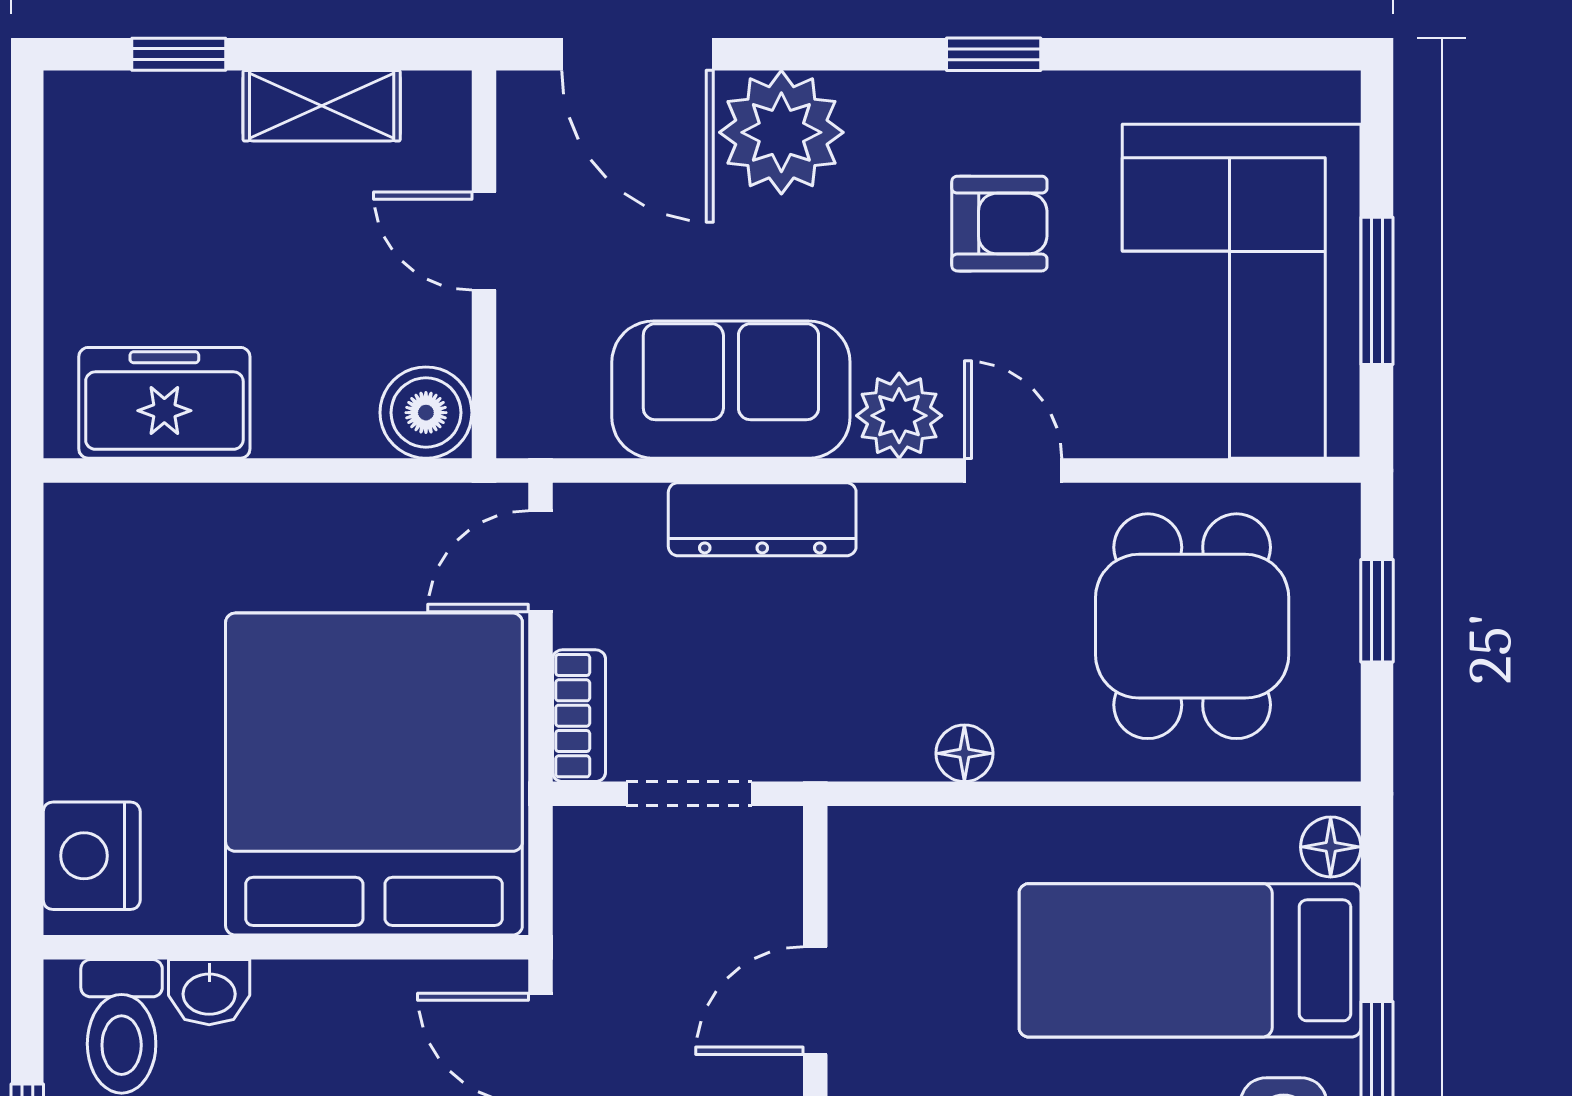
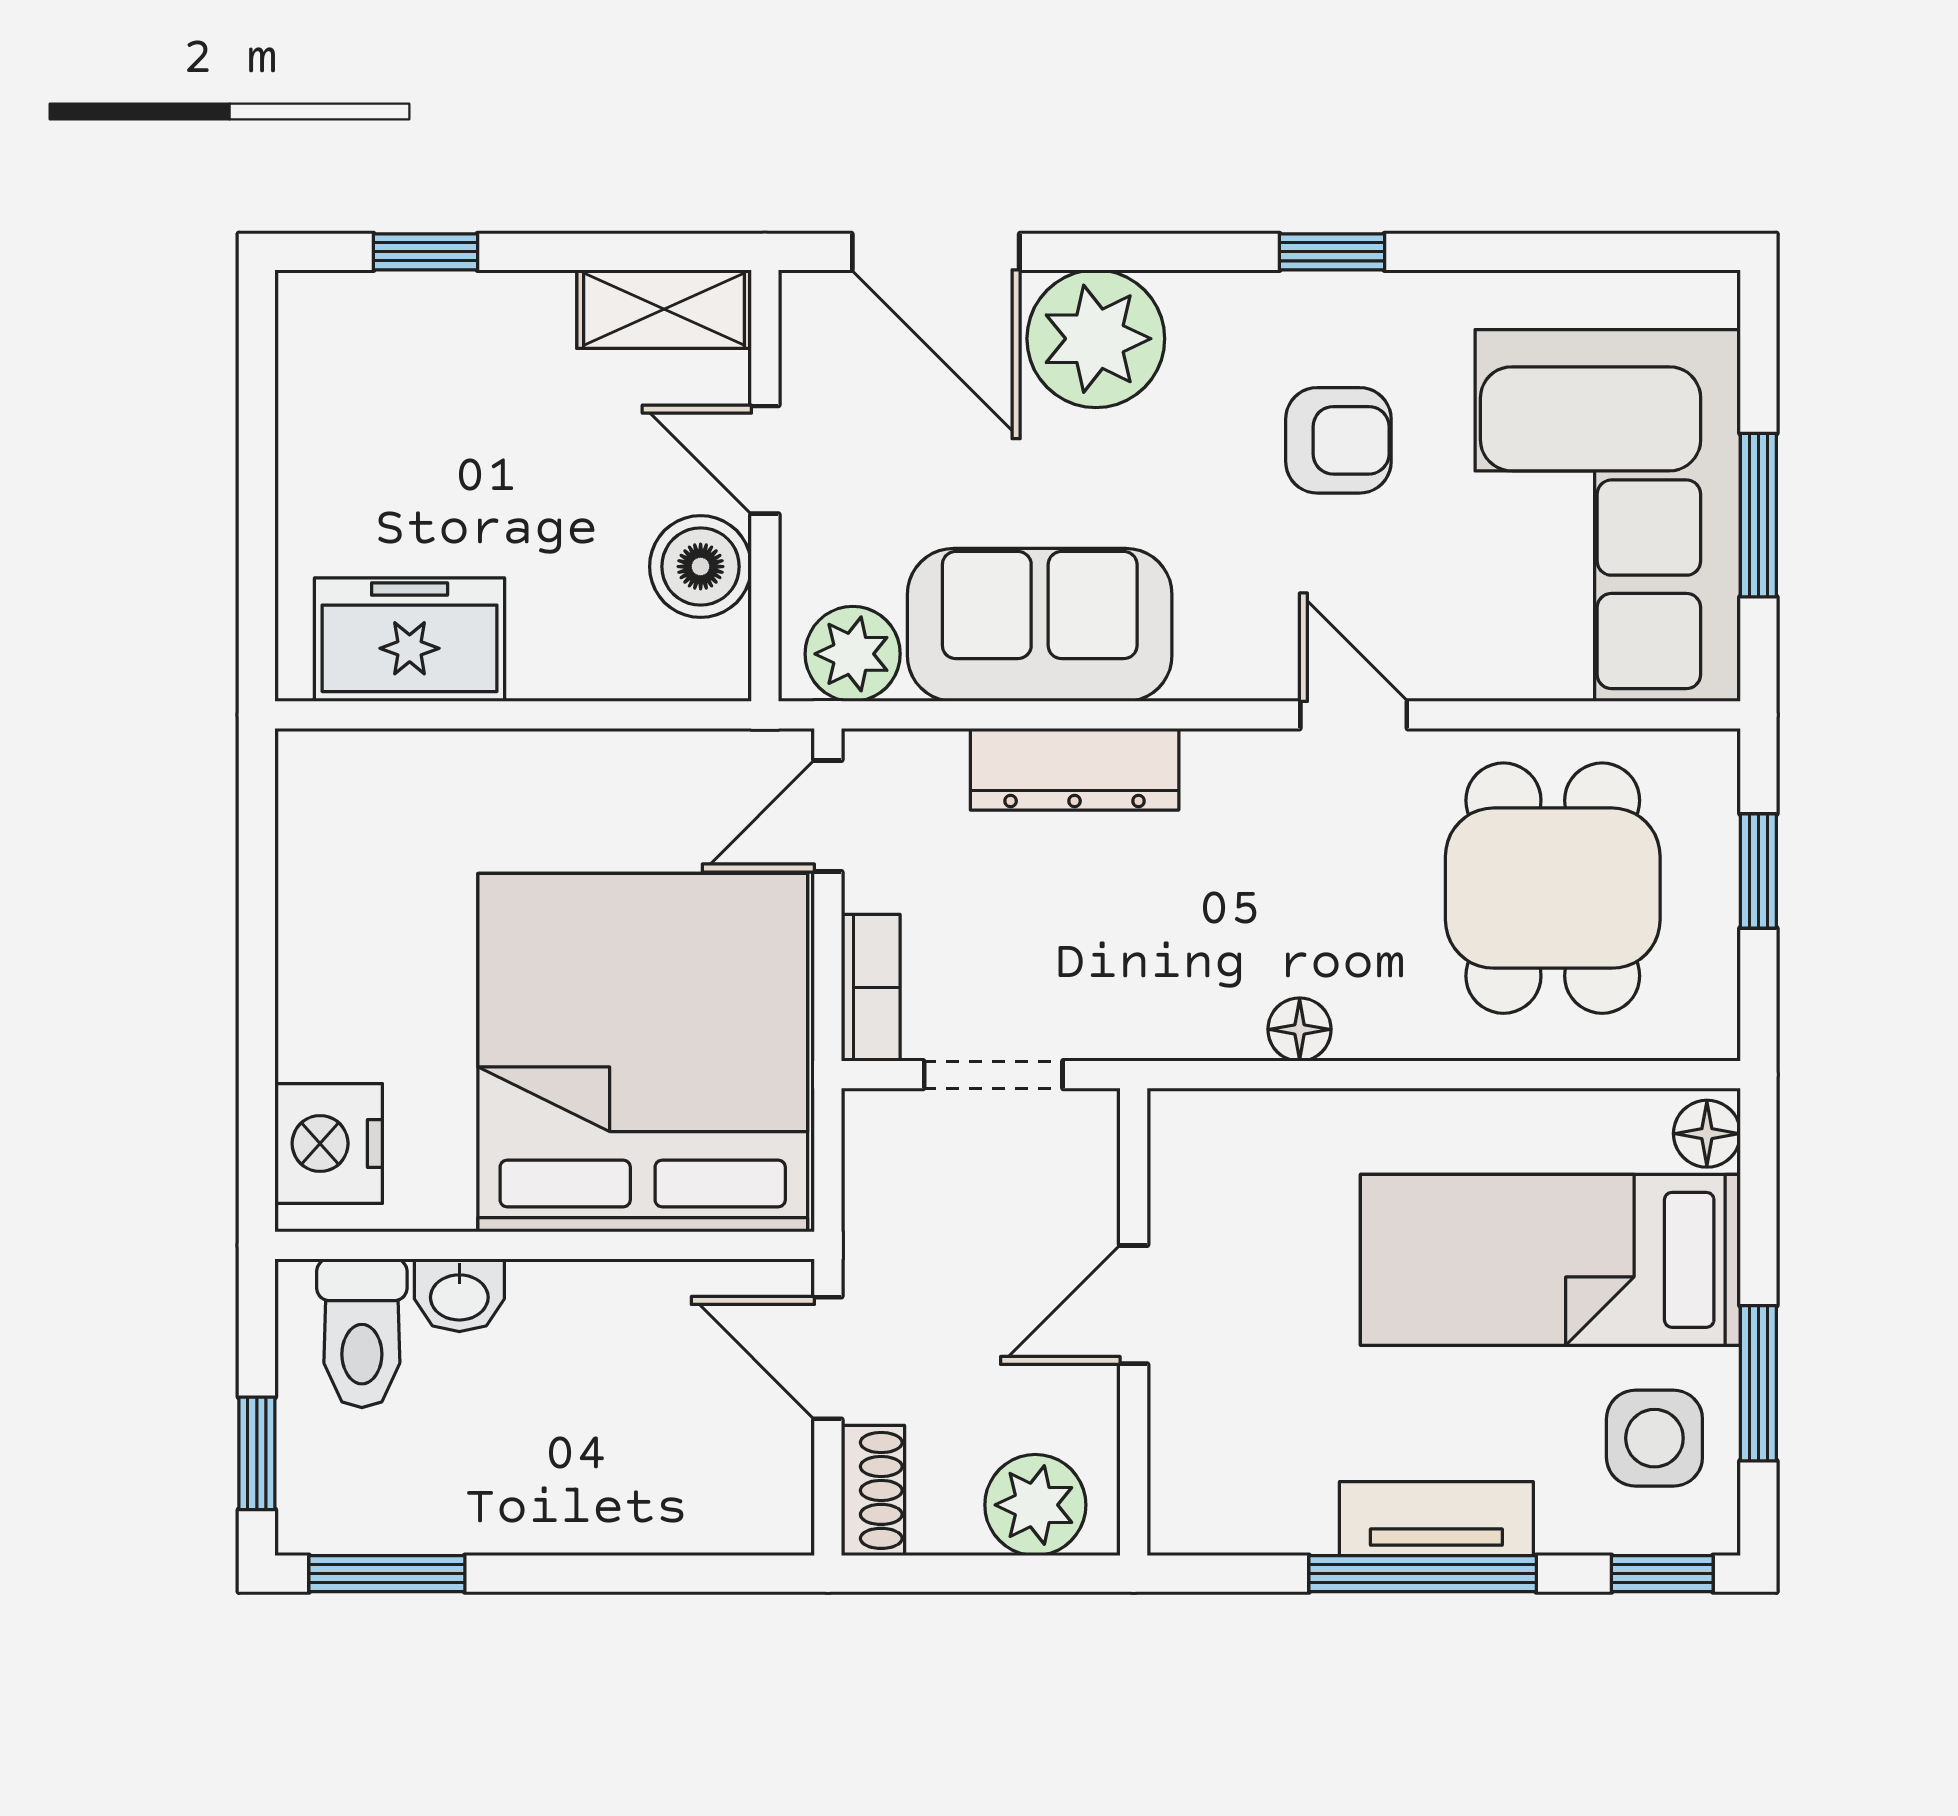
shelving: (322, 106) -> (664, 309), moved
boiler: (426, 413) -> (701, 567), moved
plant: (899, 416) -> (853, 654), moved

